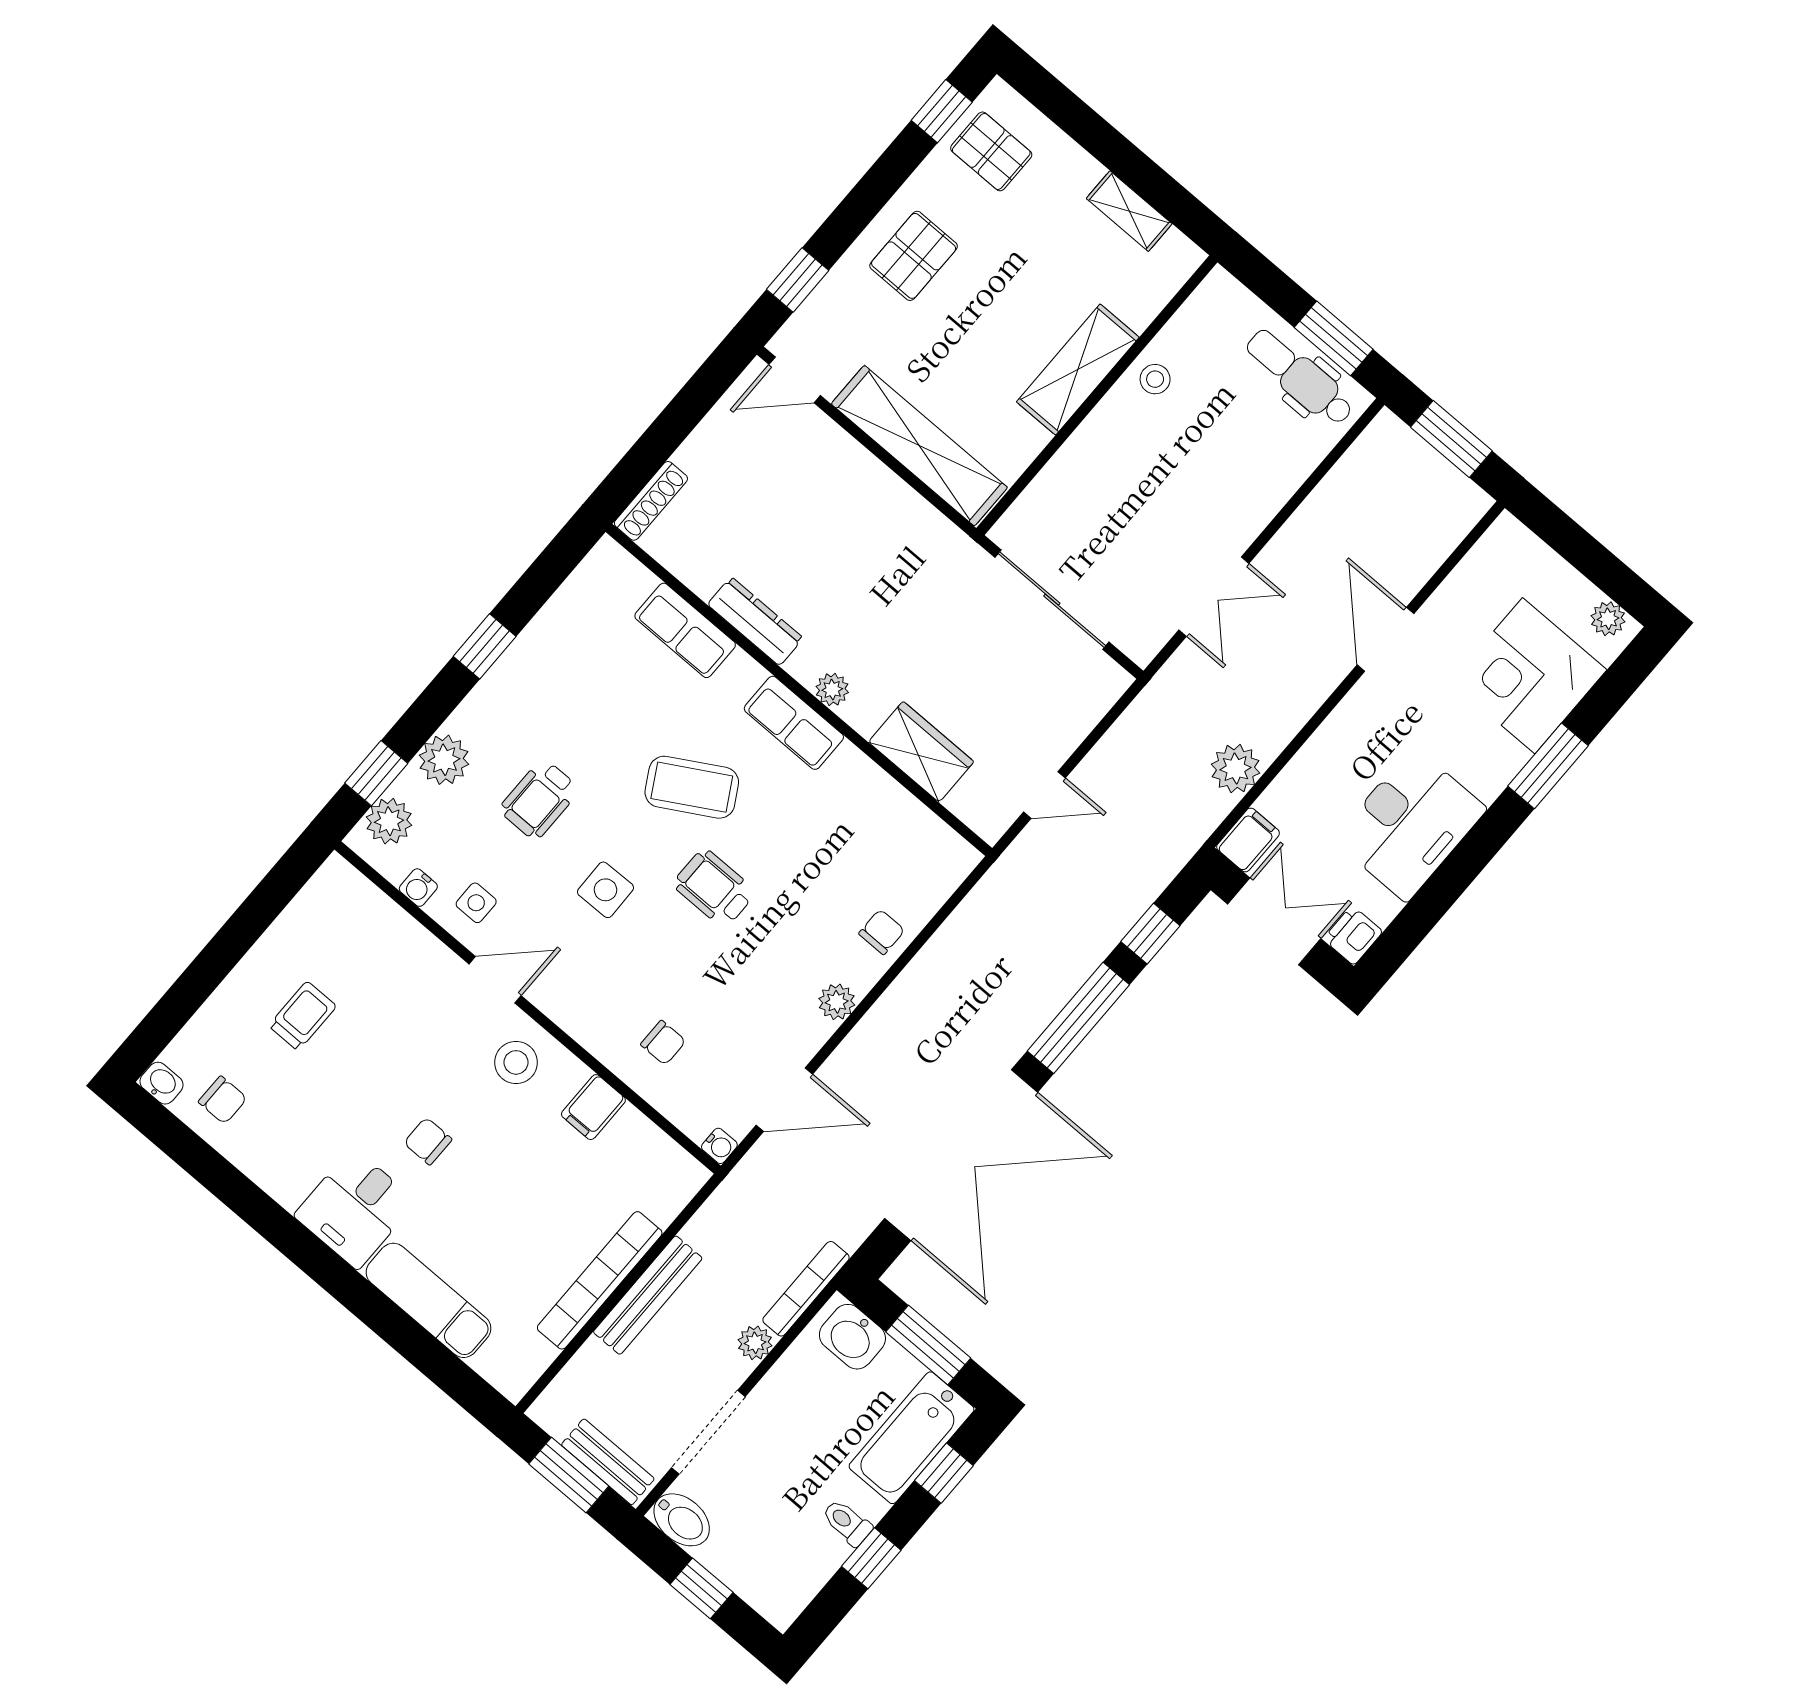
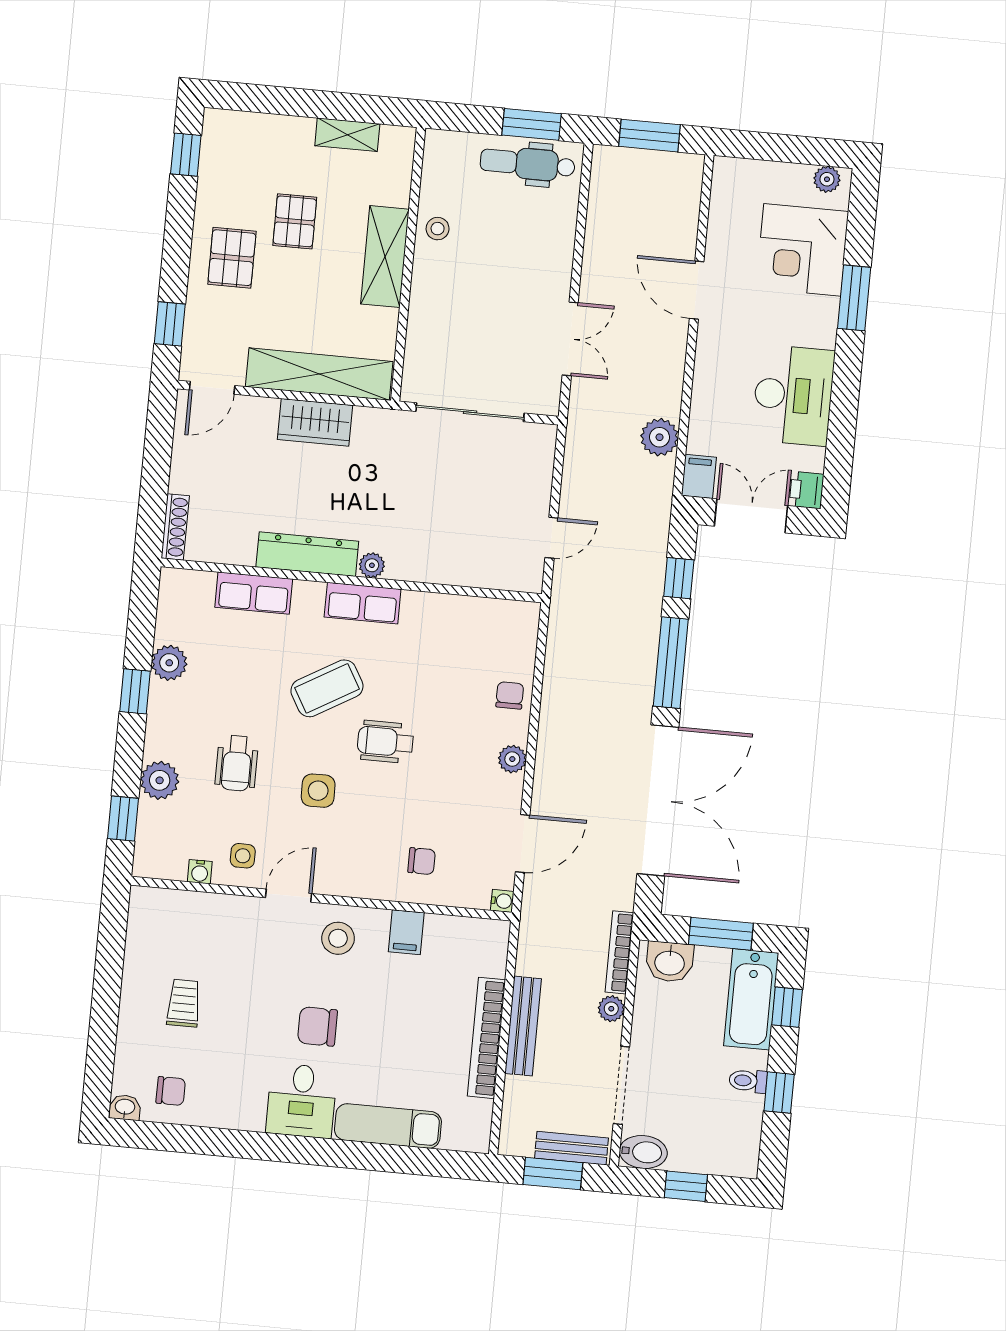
pallet: (991, 151) -> (295, 221), moved, turned 90
dresser: (755, 621) -> (307, 554), width x1.37, depth x1.24
wardrobe: (921, 752) -> (315, 422), moved, turned 180
plant: (389, 821) -> (169, 663), moved
chair: (428, 1141) -> (317, 1026), width x1.37, depth x1.37

